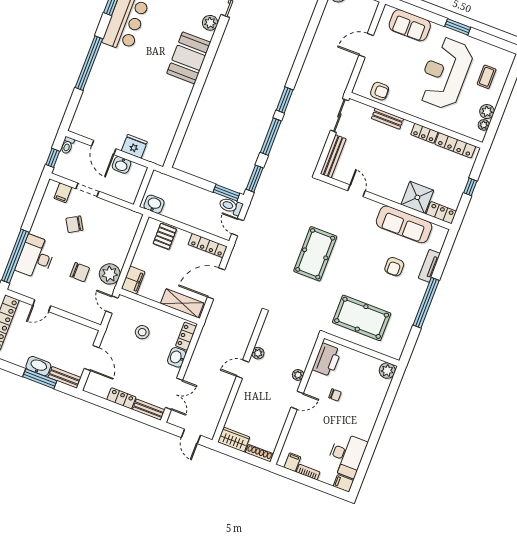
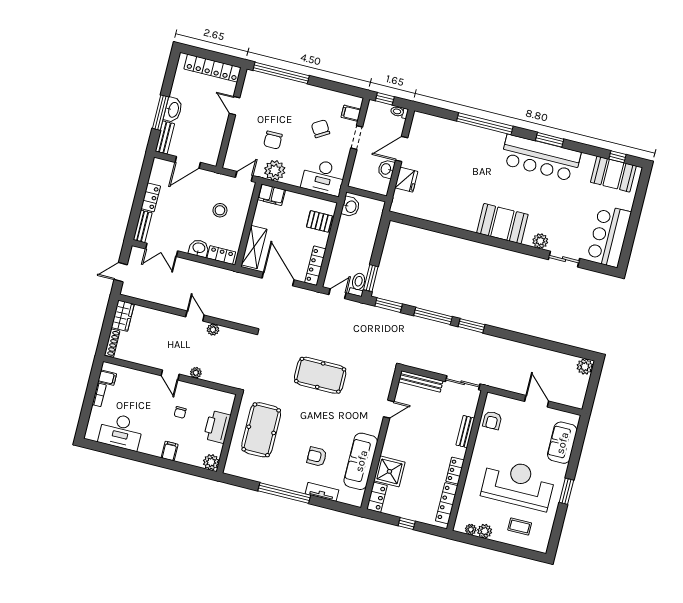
desk: (36, 257) -> (323, 177), moved, turned 180
printer: (327, 360) -> (217, 427), moved, turned 90
filing cabinet: (343, 483) -> (170, 451), moved

